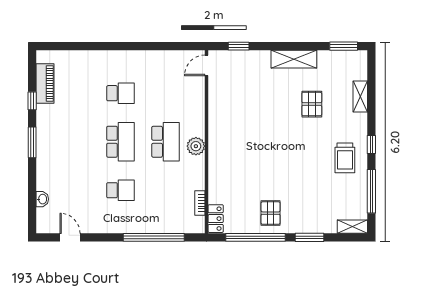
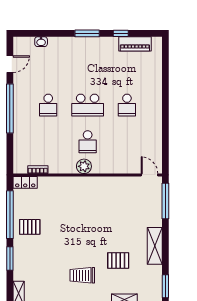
window: (239, 46) -> (165, 201), width x2.17
school desk: (166, 142) -> (88, 142), width x0.54
trolley: (345, 158) -> (82, 275), moved
window: (154, 237) -> (10, 109), moved

